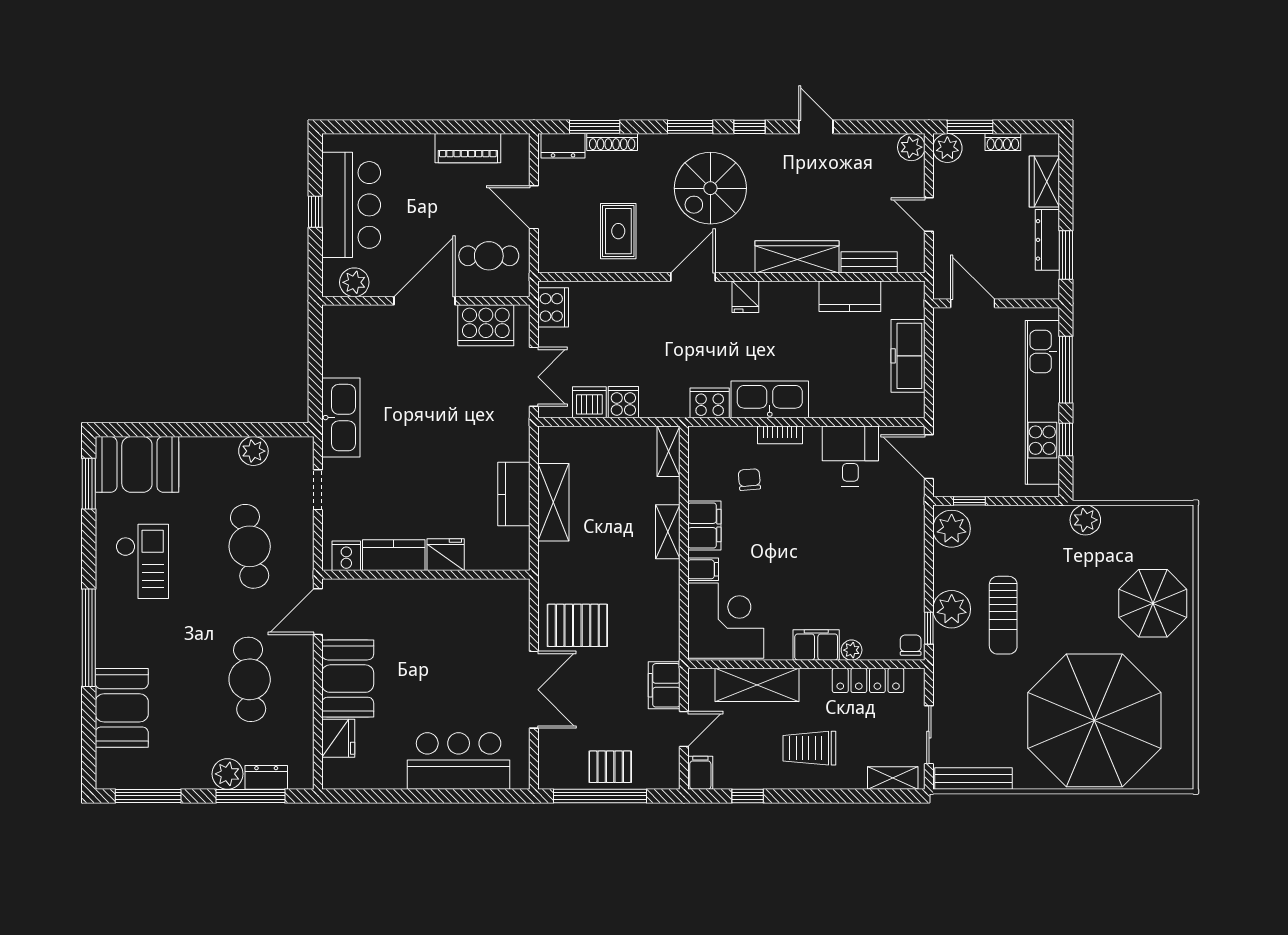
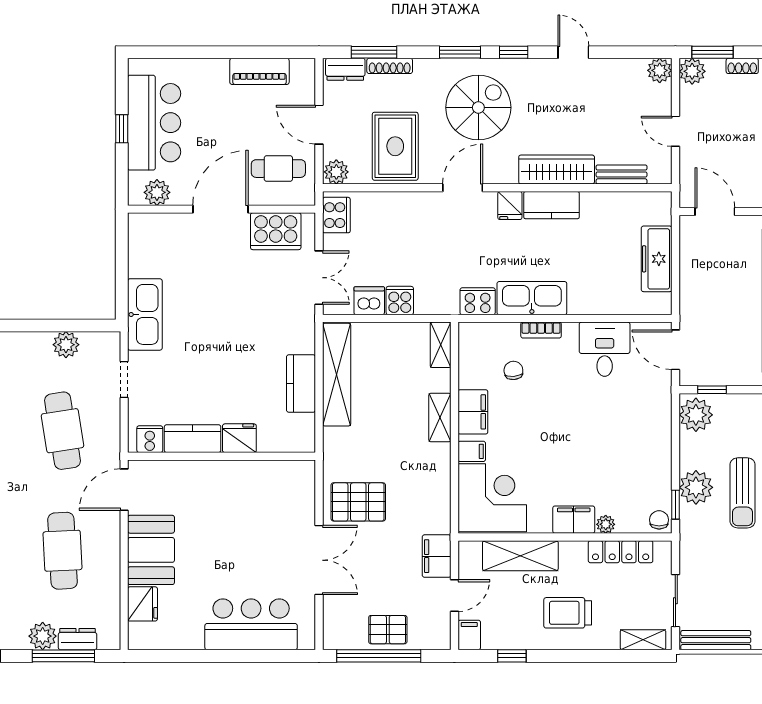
spiral stairs: (710, 188) -> (478, 107), turned 180
rug: (618, 231) -> (395, 146), width x1.36, depth x1.43
plant: (553, 260) -> (336, 172), added
kitchen counter: (850, 296) -> (551, 205), moved
shelving: (553, 502) -> (337, 375), width x1.47

